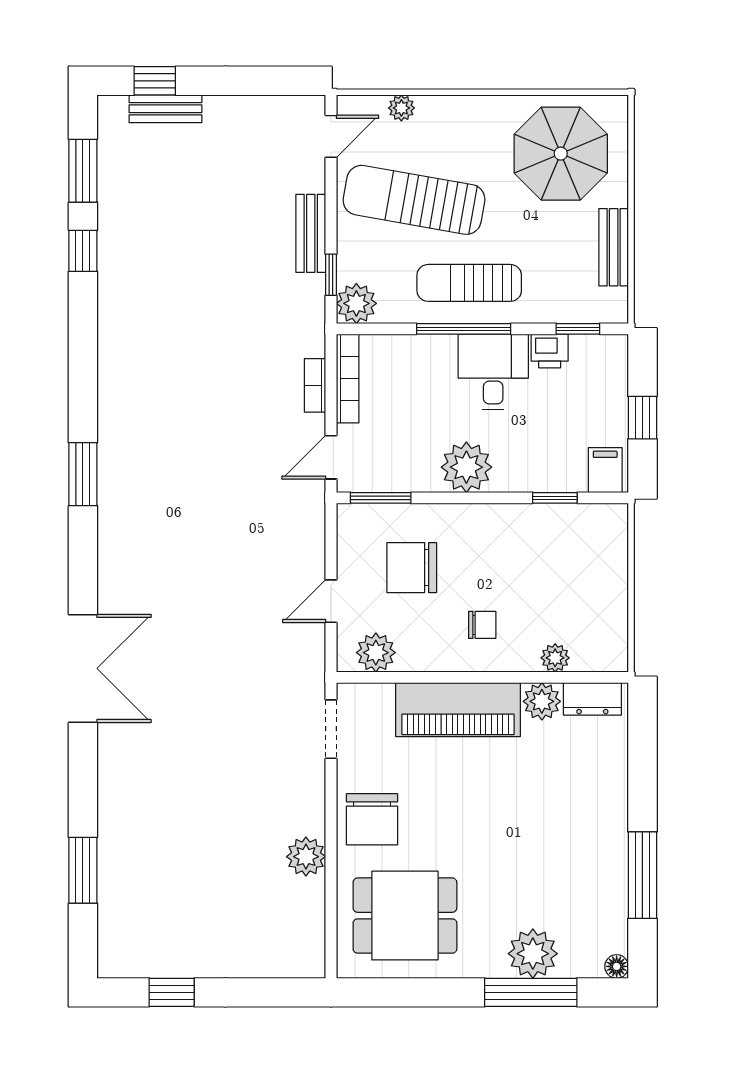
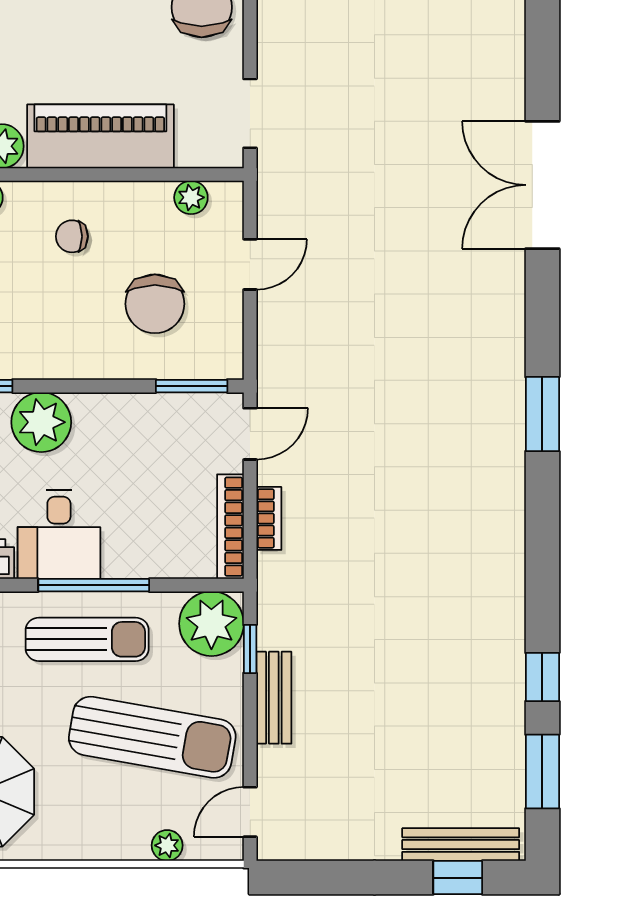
bench: (165, 109) -> (461, 845), width x1.36
plant: (356, 303) -> (211, 624), width x1.36, depth x1.36
plant: (466, 467) -> (41, 422), moved
chair: (412, 568) -> (155, 304), turned 90
plant: (376, 653) -> (191, 197), width x0.73, depth x0.73

